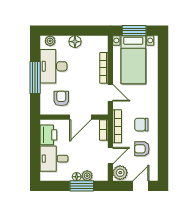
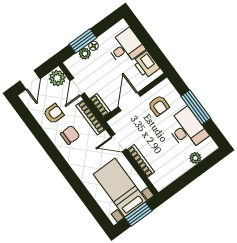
plant: (50, 41) -> (195, 158), moved
floor lamp: (75, 42) -> (184, 165), removed

